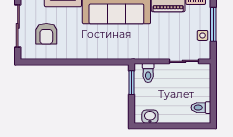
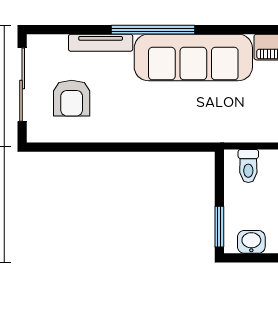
window: (131, 83) -> (219, 227), moved

